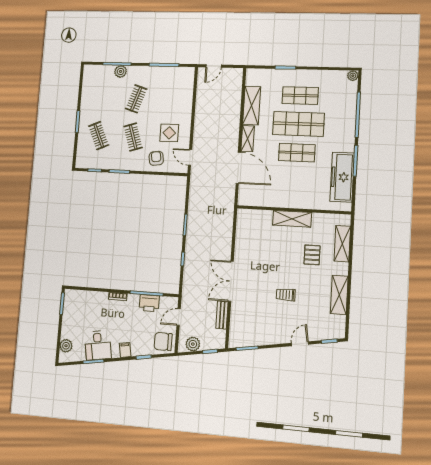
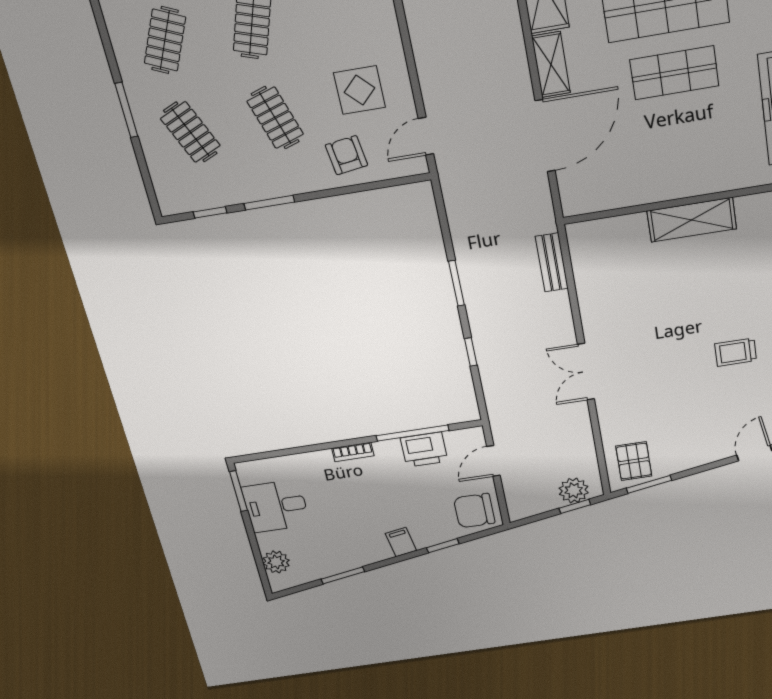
clothes rail: (102, 98) -> (165, 40), added
door: (190, 157) -> (426, 136), hinge flipped
door: (238, 168) -> (545, 136), hinge flipped
pallet: (312, 255) -> (634, 461), moved
double door: (231, 281) -> (586, 372), width x0.73
trolley: (286, 295) -> (736, 352), moved
bench: (222, 315) -> (552, 262), moved
plant: (193, 344) -> (574, 490), moved
desk: (98, 345) -> (276, 506), moved, turned 100

